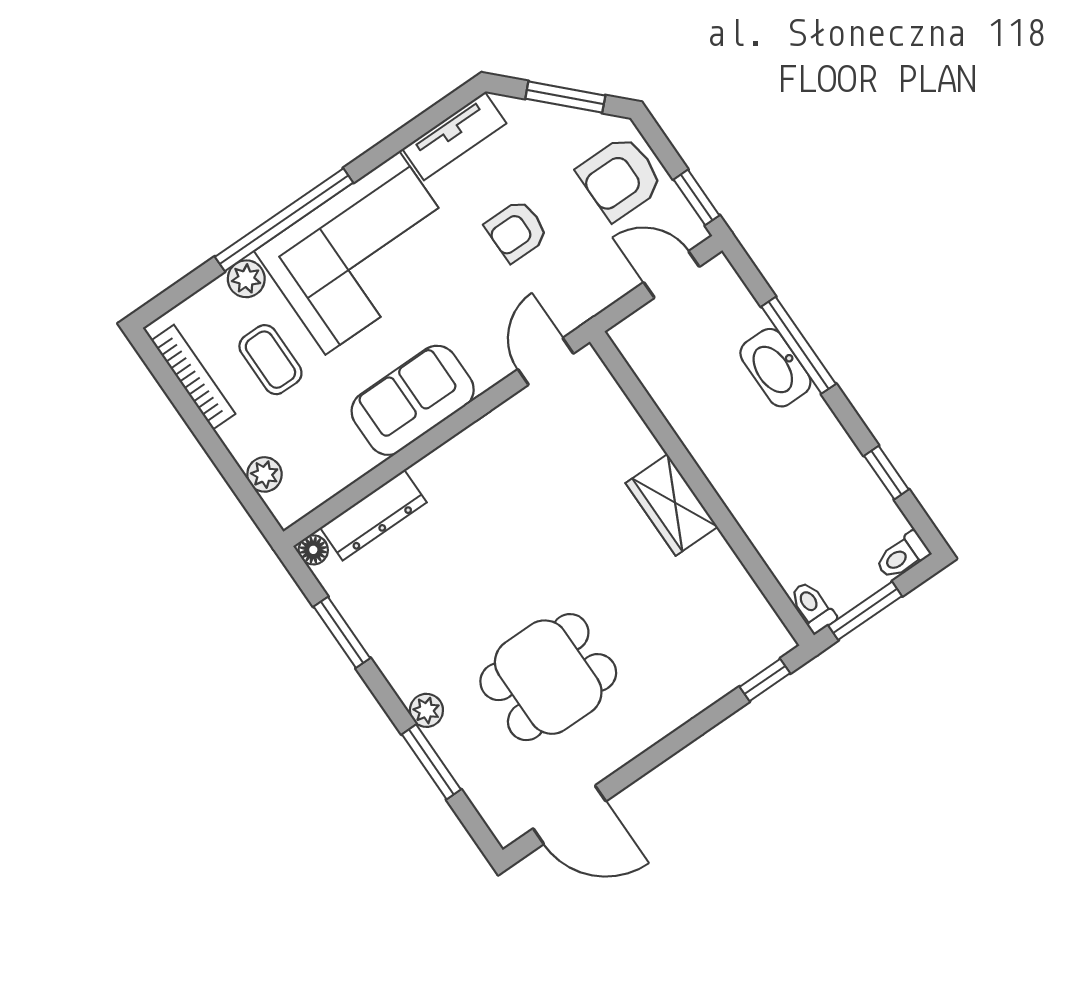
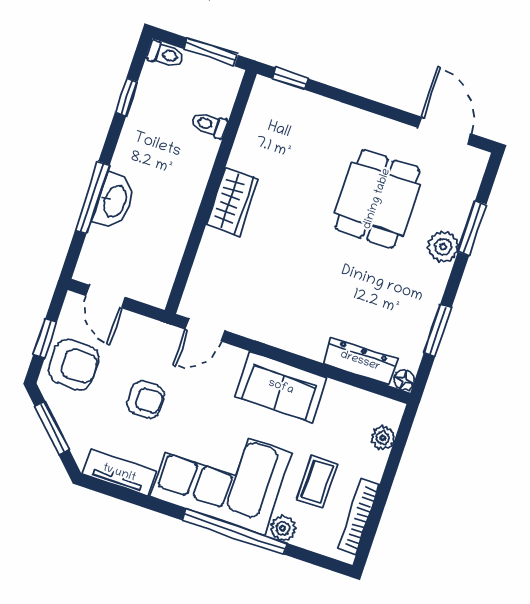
window: (697, 197) -> (45, 338), moved
toilet: (813, 607) -> (209, 125), moved, turned 90
dining table: (548, 677) -> (377, 199), turned 90
plant: (426, 710) -> (443, 247), width x1.38, depth x1.38

